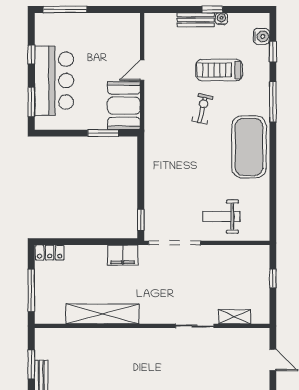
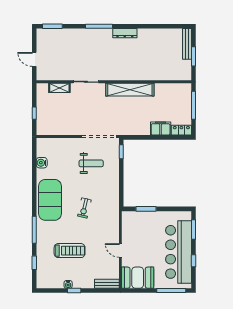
bench: (196, 20) -> (107, 284), moved
water cooler: (261, 36) -> (42, 163), moved
door: (142, 70) -> (120, 250), swing flipped
bar counter: (54, 81) -> (178, 252), width x1.36
booth: (124, 106) -> (138, 278), moved, turned 90
exercise bike: (202, 109) -> (84, 208), moved
weight bench: (221, 217) -> (91, 163), moved
filing cabinet: (123, 255) -> (161, 128), moved
shelving: (102, 314) -> (130, 90), moved

